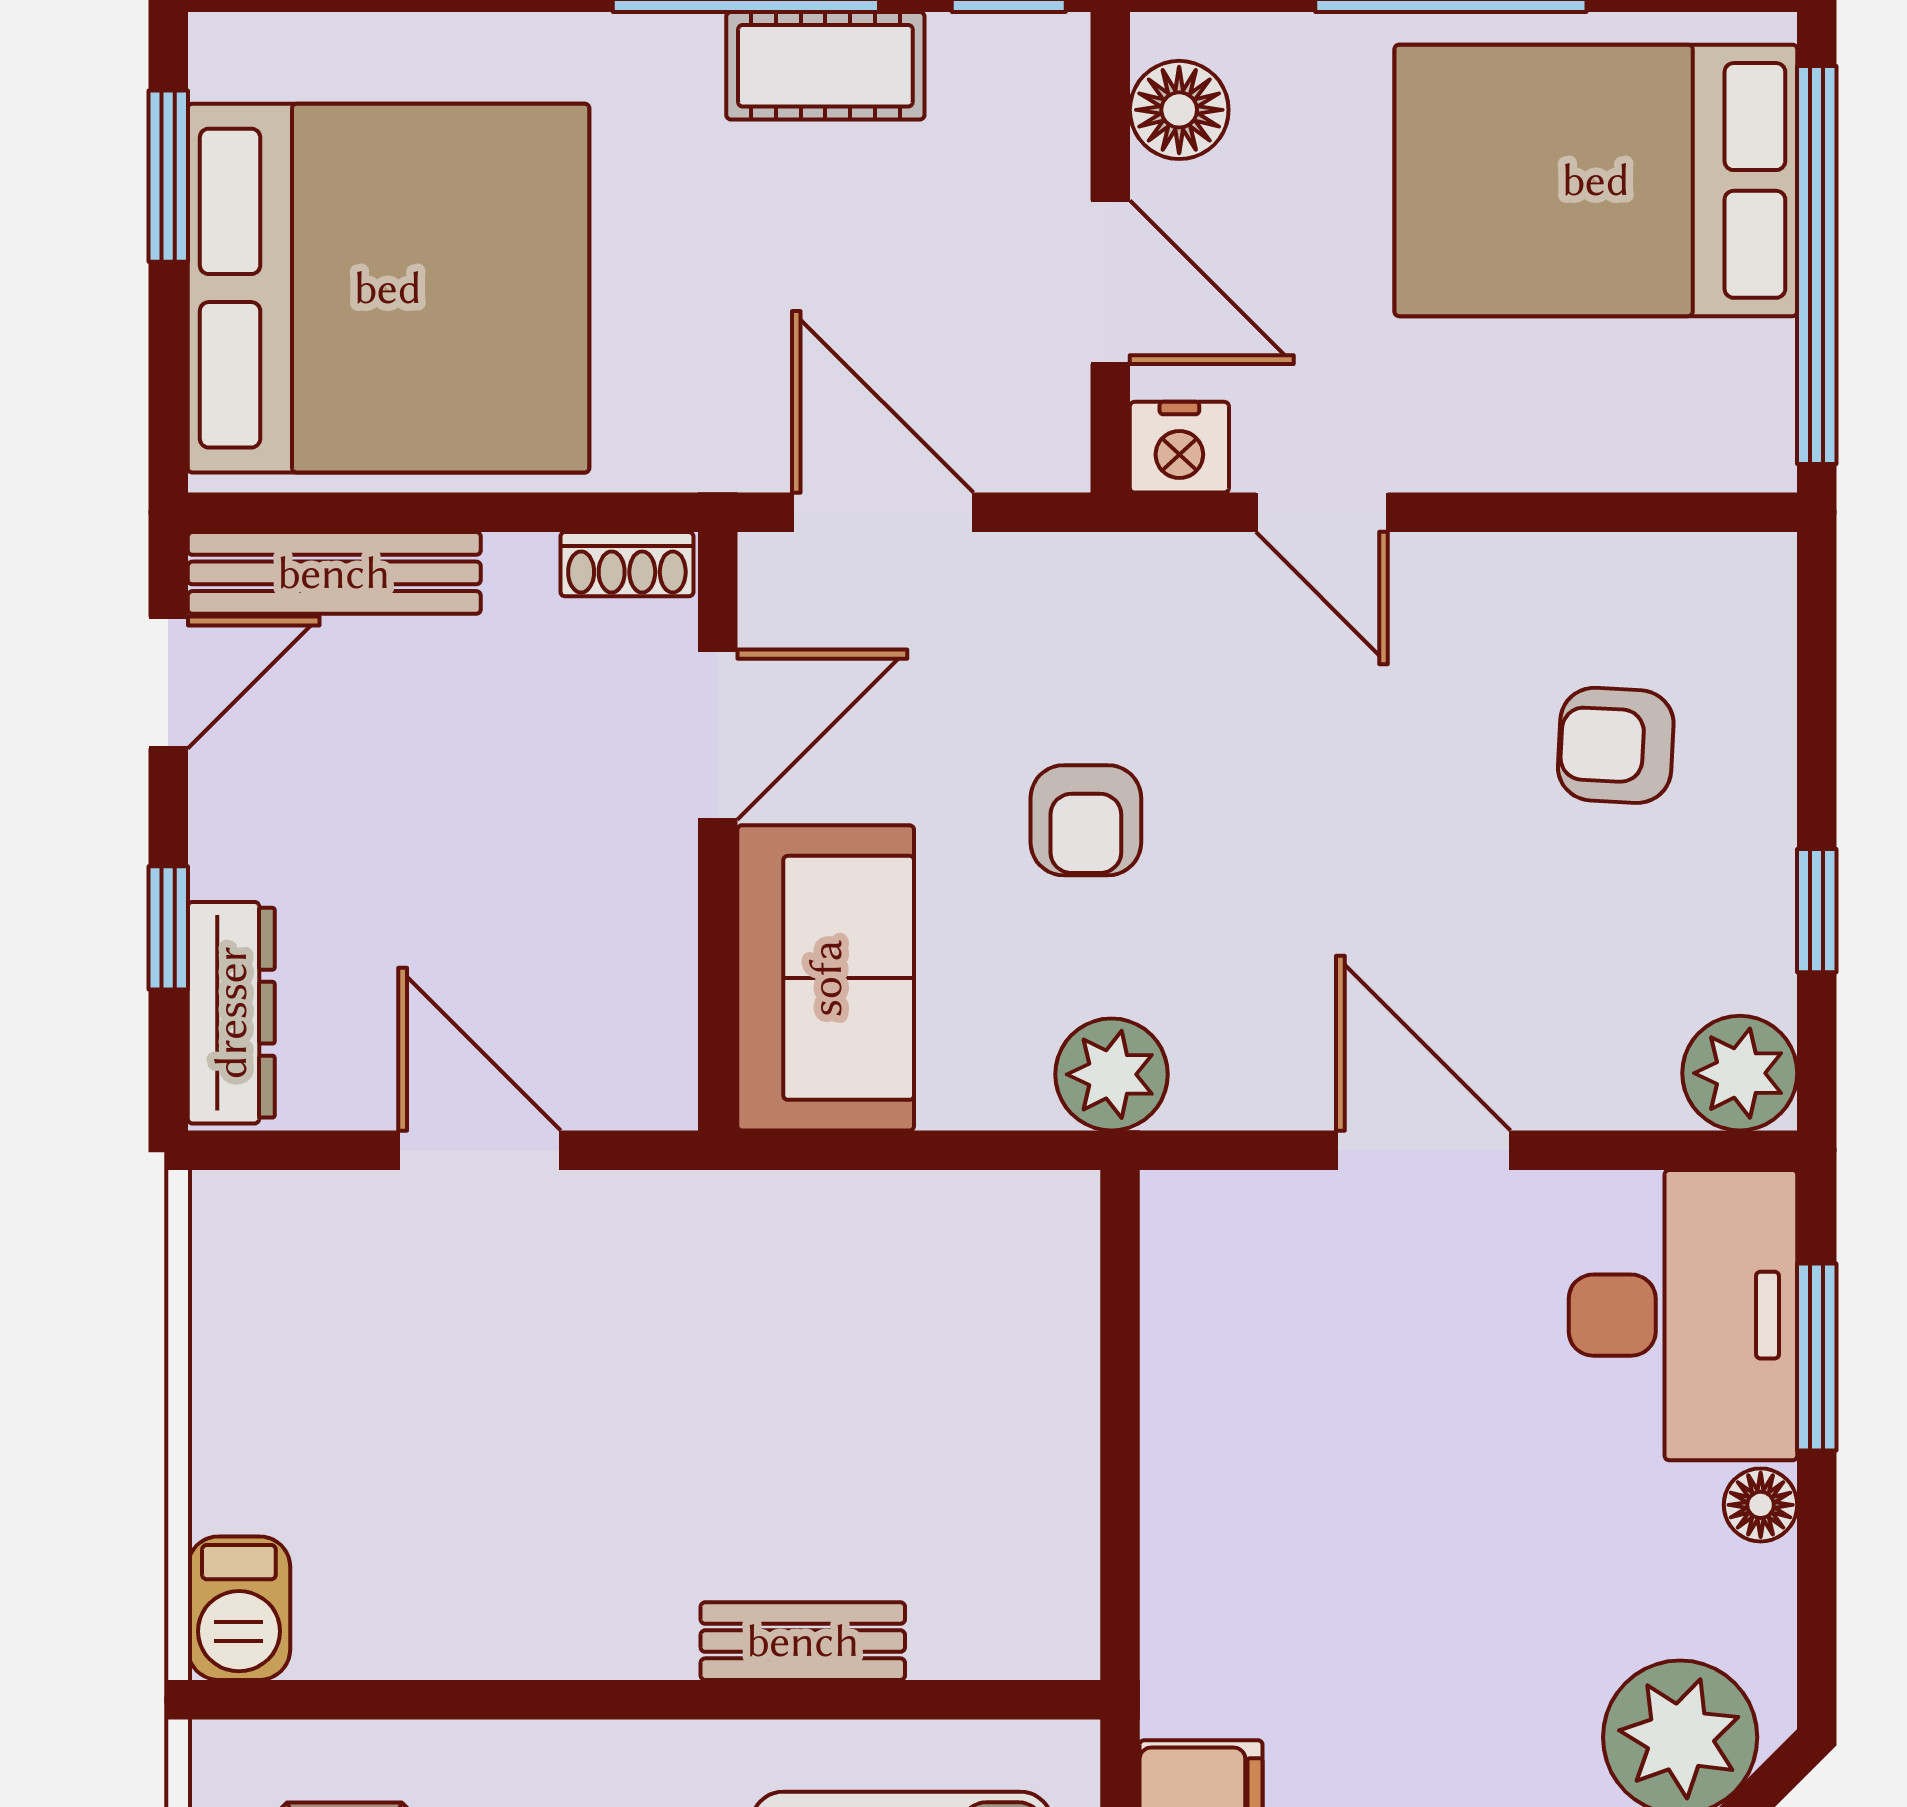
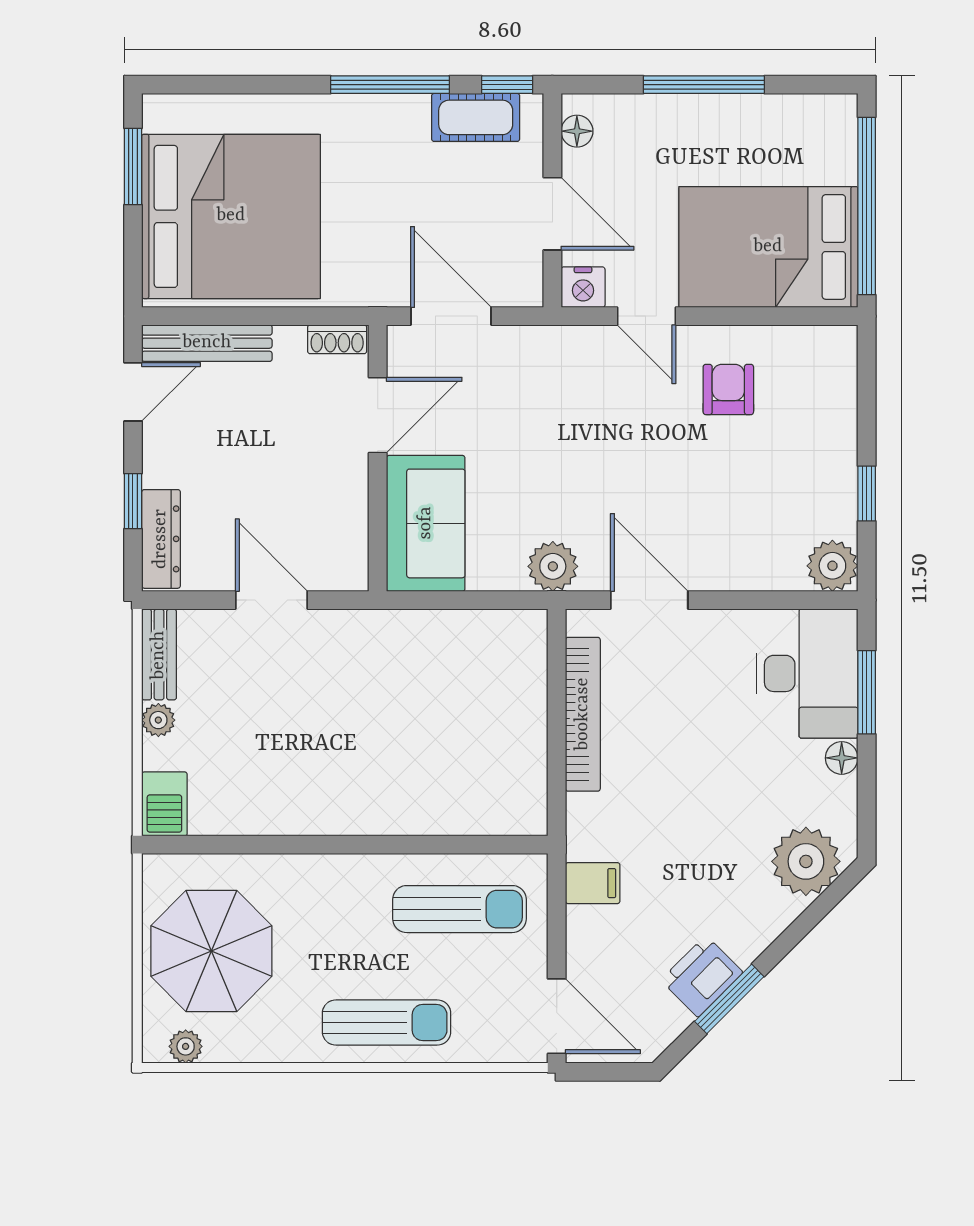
cot: (825, 66) -> (476, 117), moved
floor lamp: (1179, 110) -> (577, 131), width x0.73, depth x0.73
bed: (1596, 180) -> (768, 247), moved
armchair: (1616, 745) -> (728, 389), moved, turned 87
armchair: (1086, 820) -> (541, 453), removed
door: (1423, 1150) -> (649, 600), moved
bookcase: (1179, 1407) -> (583, 714), added
plant: (225, 1420) -> (158, 720), added
bench: (803, 1641) -> (159, 655), moved, turned 90

